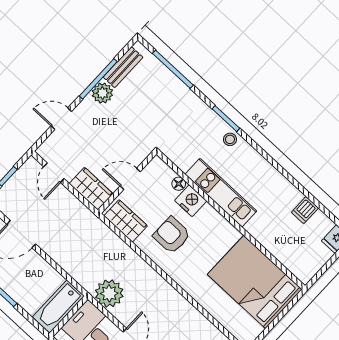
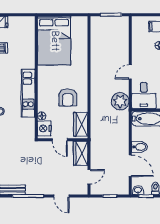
plant: (102, 93) -> (33, 188), removed
nightstand: (191, 201) -> (44, 128), moved
bidet: (33, 266) -> (140, 147), added

